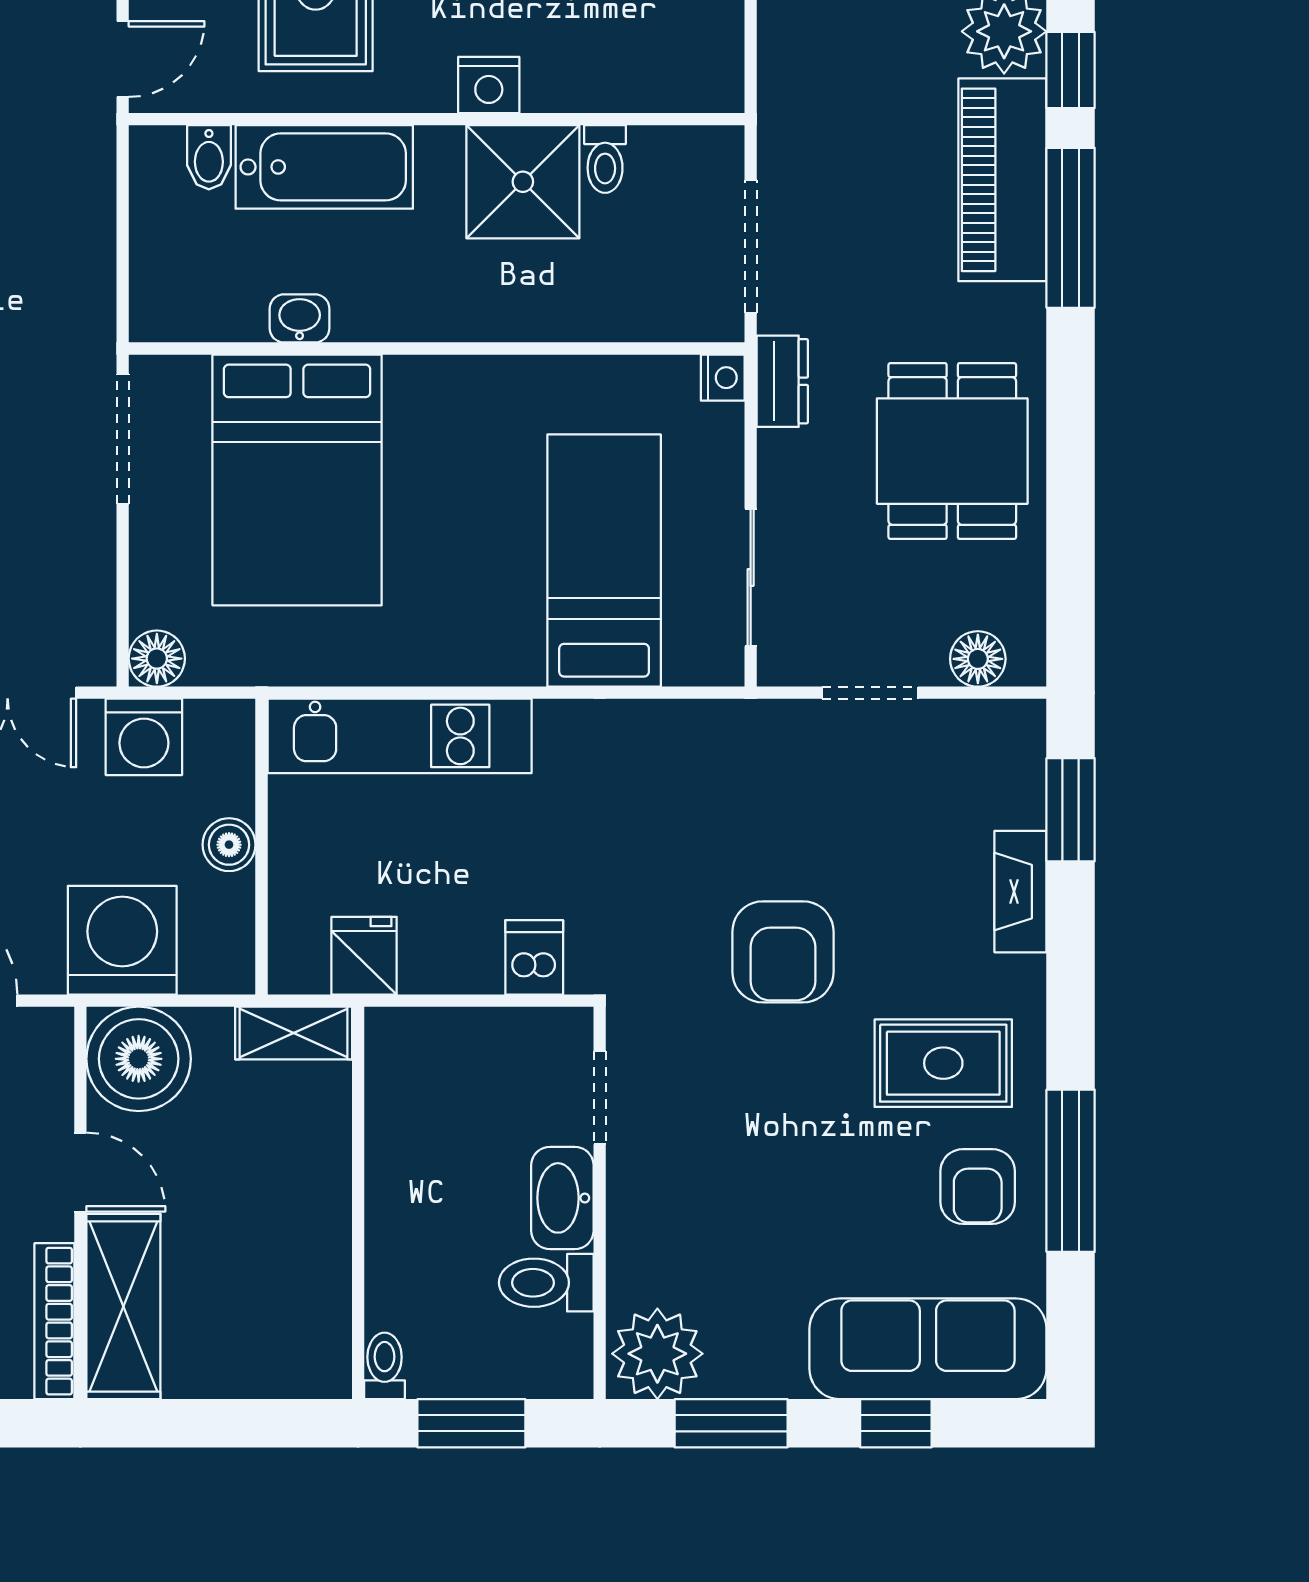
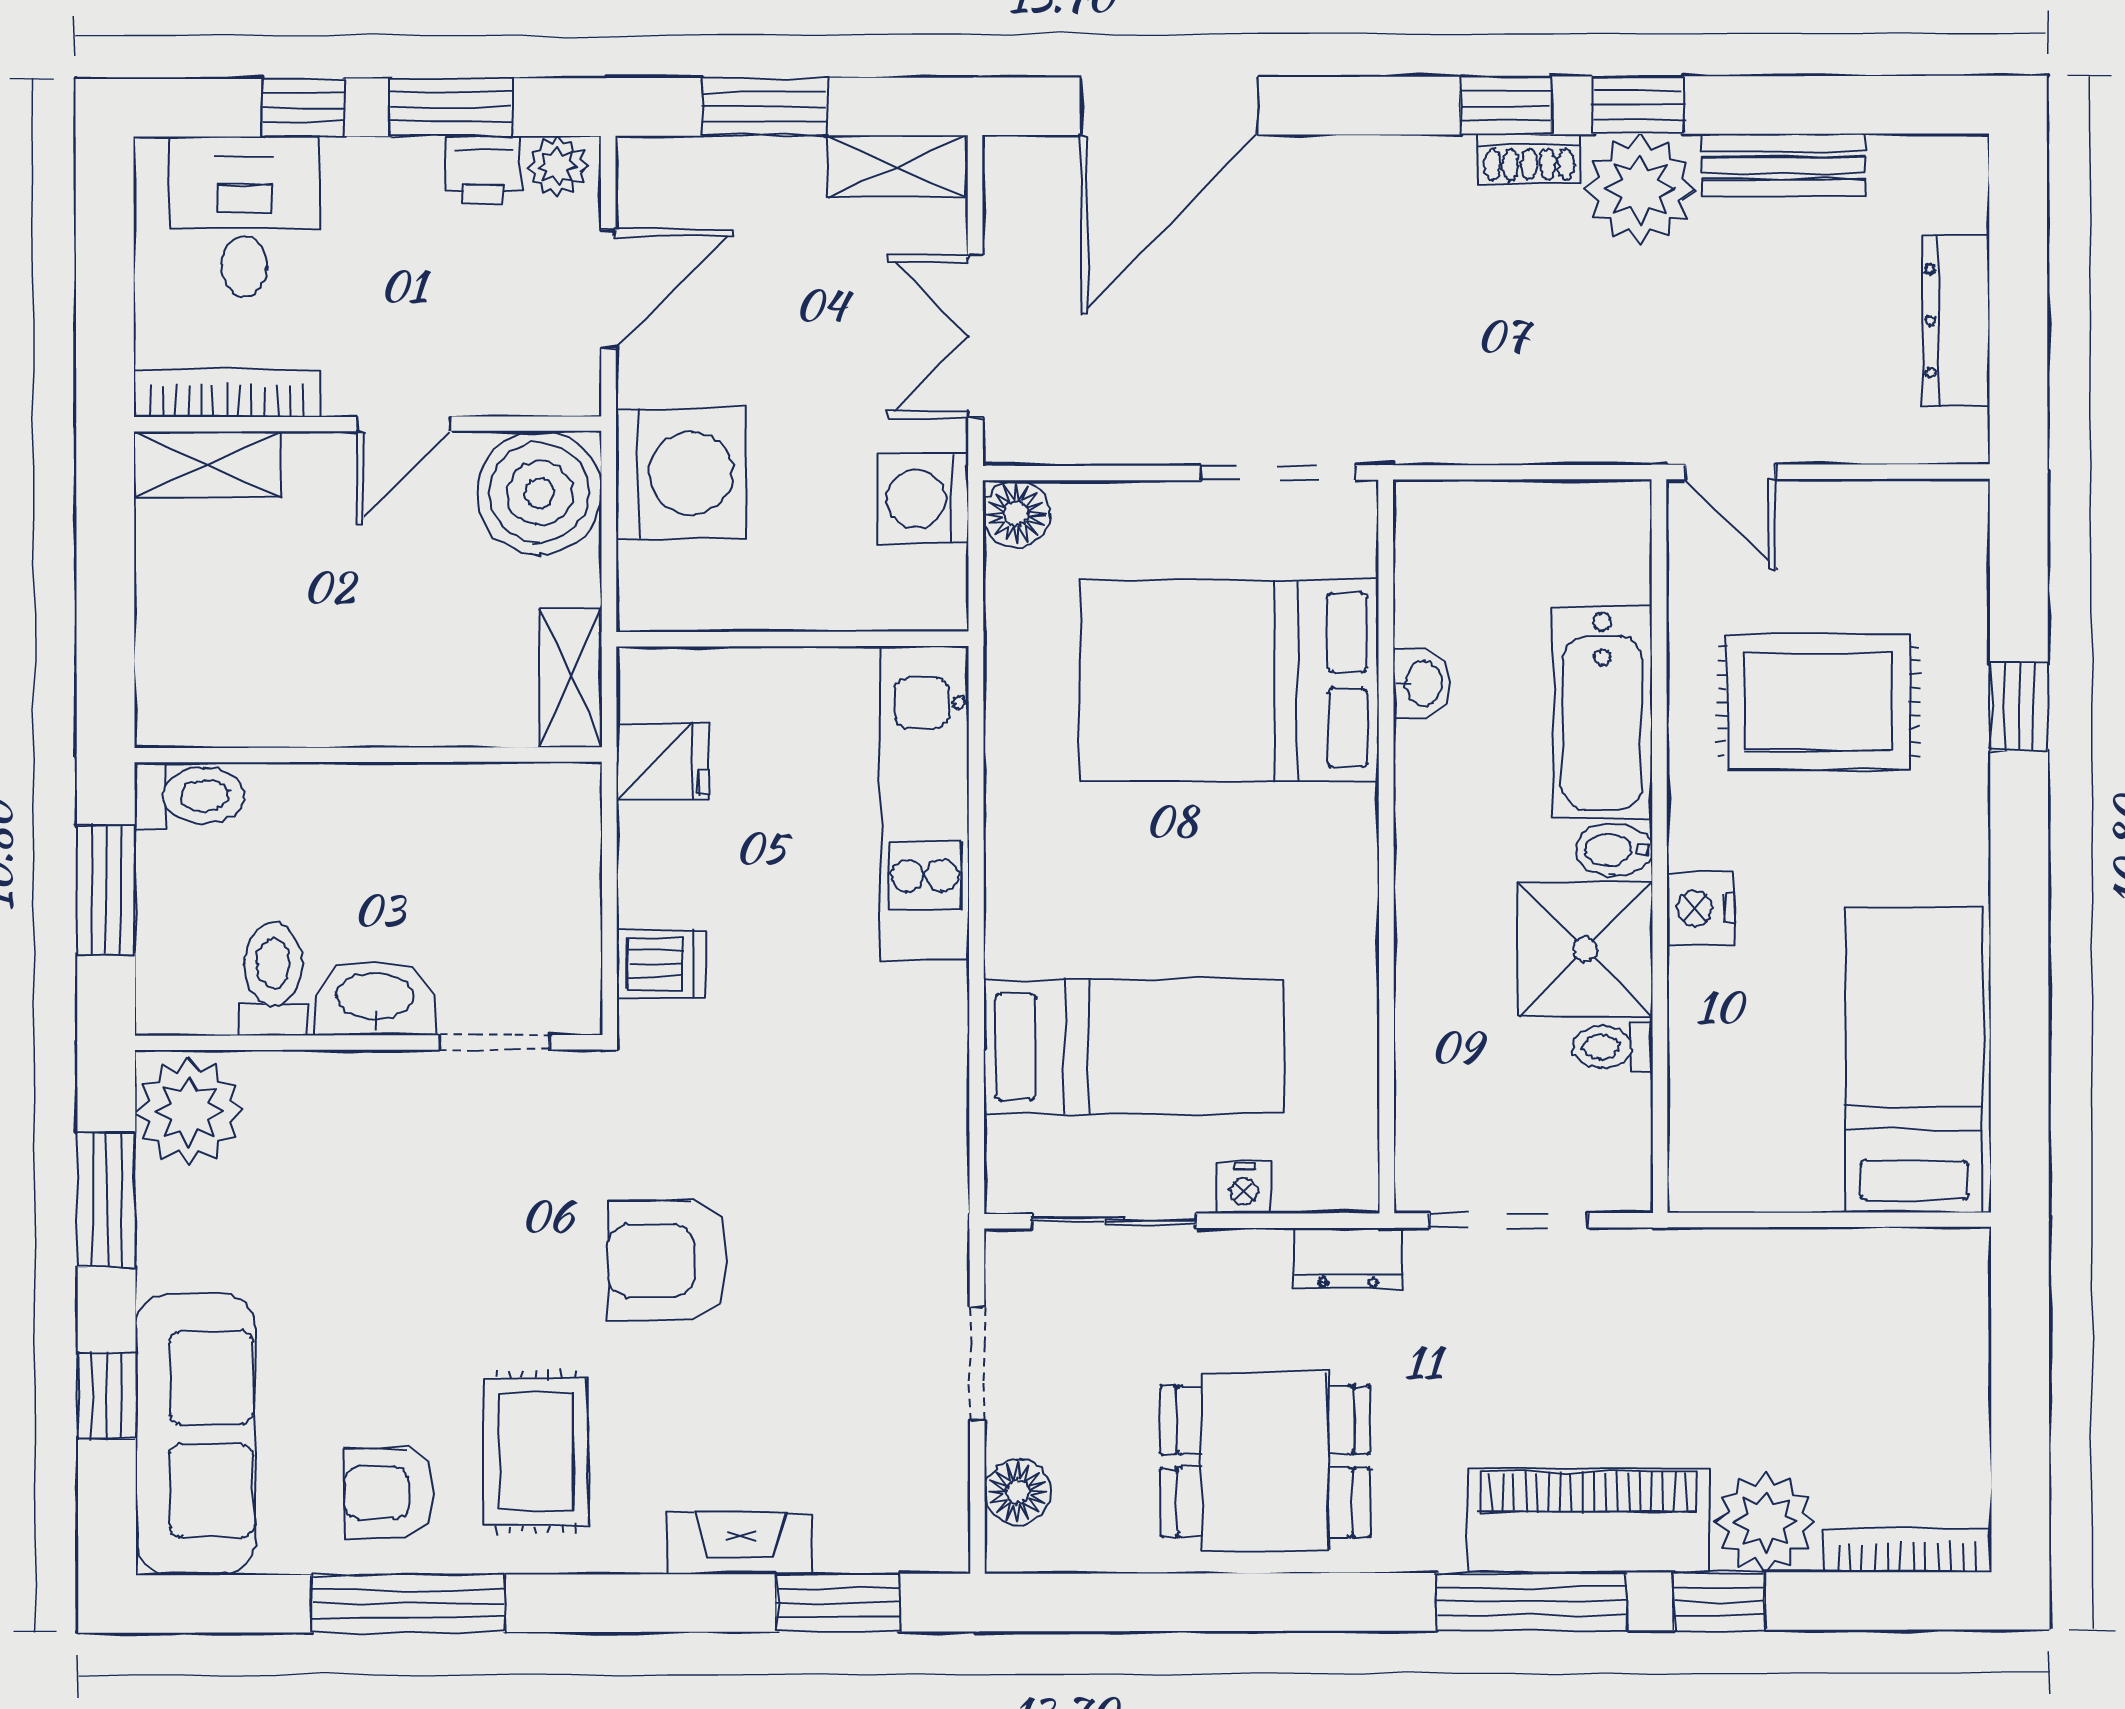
bidet: (209, 157) -> (1614, 850), moved
nightstand: (723, 378) -> (1244, 1188), moved
boiler: (229, 845) -> (795, 600), removed
shelving: (123, 1306) -> (207, 464), width x0.67, depth x0.75
toilet: (385, 1366) -> (189, 796), width x1.37, depth x1.39

